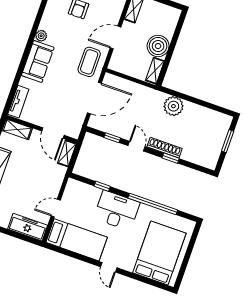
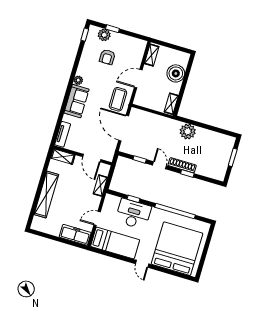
boiler: (158, 46) -> (176, 73), moved
door: (94, 98) -> (124, 128), swing flipped
shelving: (67, 153) -> (100, 186), moved
desk: (117, 210) -> (133, 214), moved
bed: (159, 253) -> (177, 249), width x1.36

